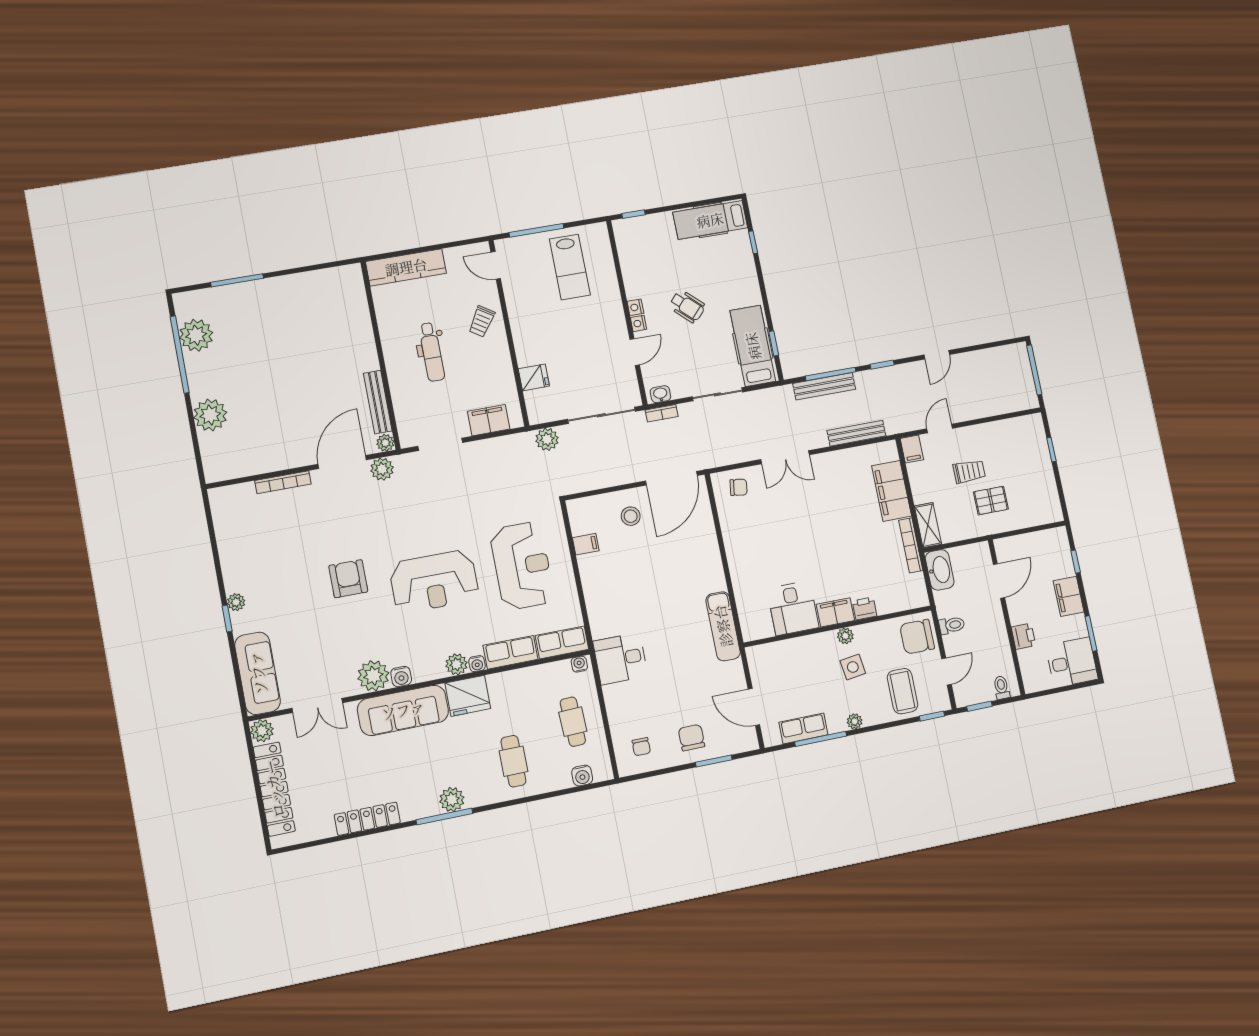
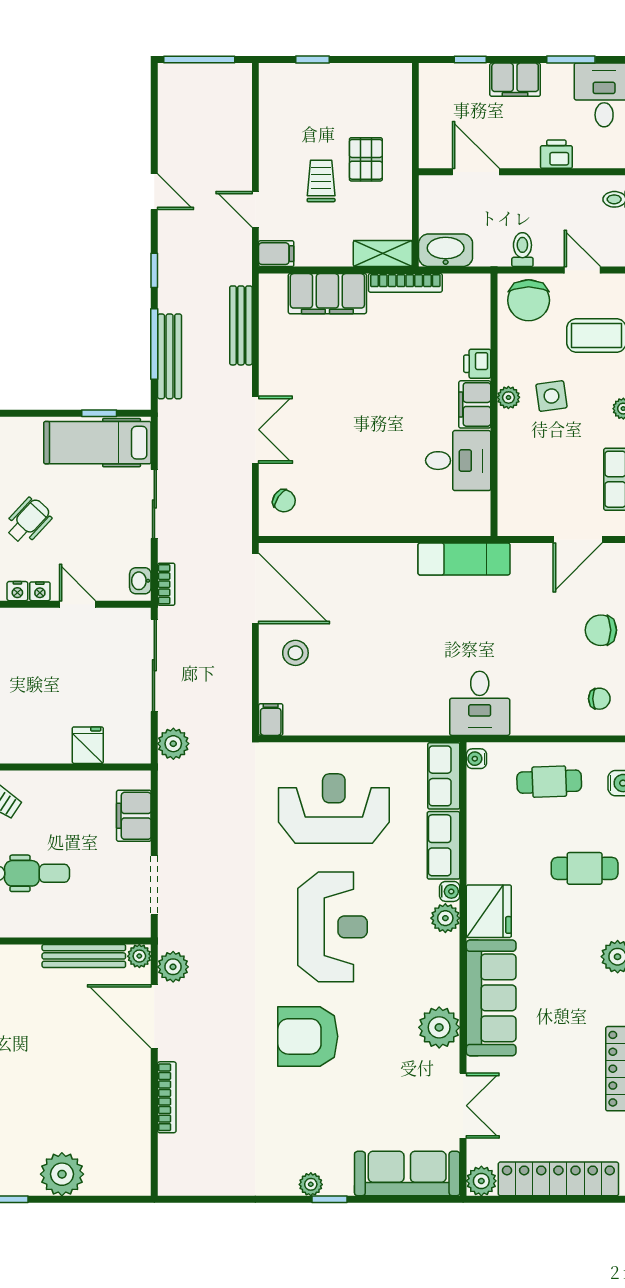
chair: (739, 487) -> (284, 501), turned 116
filing cabinet: (586, 544) -> (271, 720), moved
armchair: (348, 579) -> (308, 1036), width x1.36, depth x1.36
water cooler: (401, 677) -> (447, 992), removed

